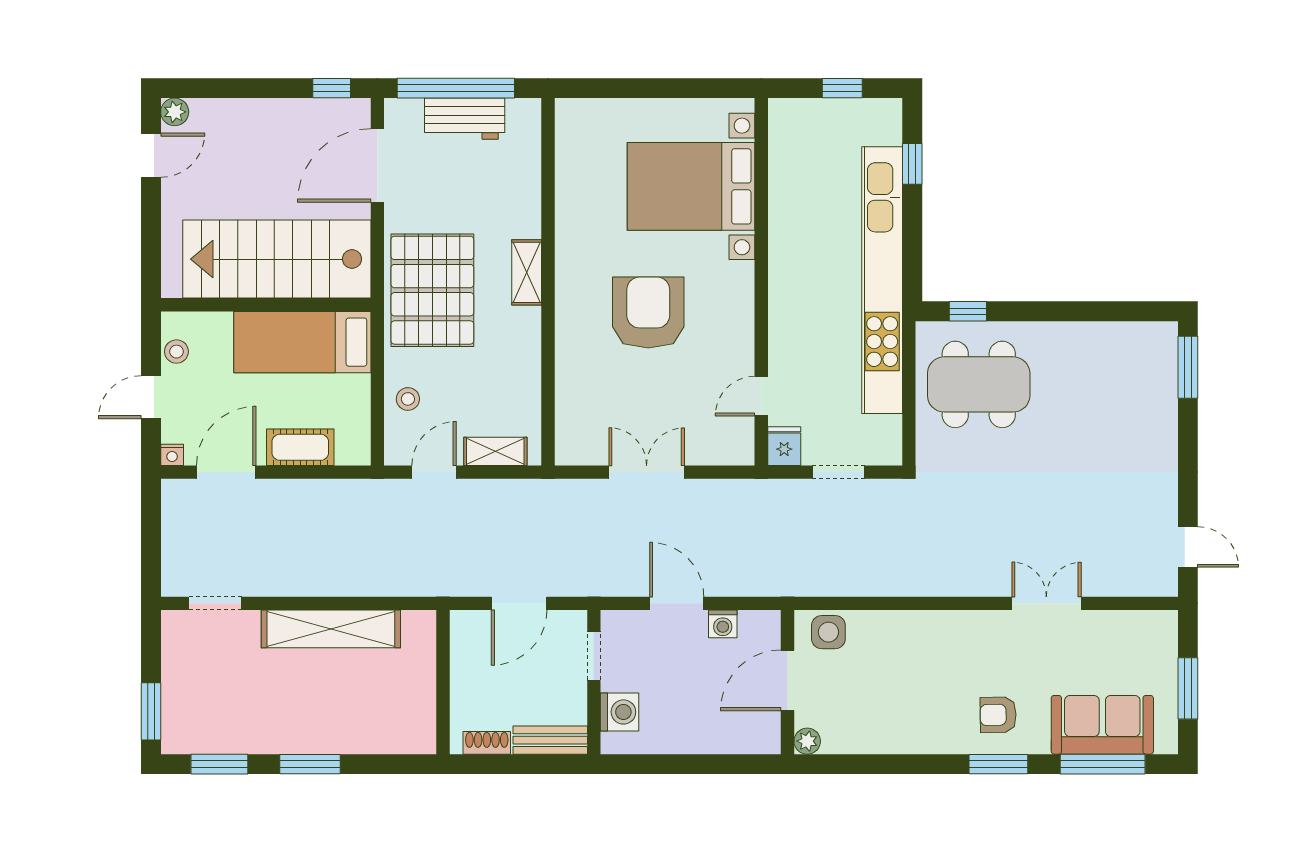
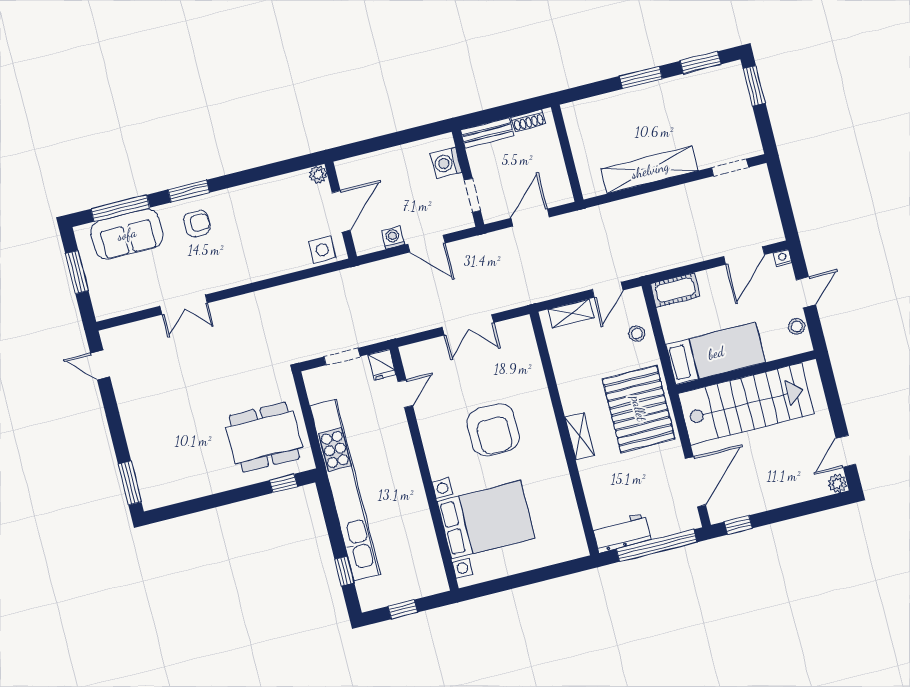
workbench: (465, 119) -> (622, 533), moved
cot: (300, 447) -> (675, 290), moved

